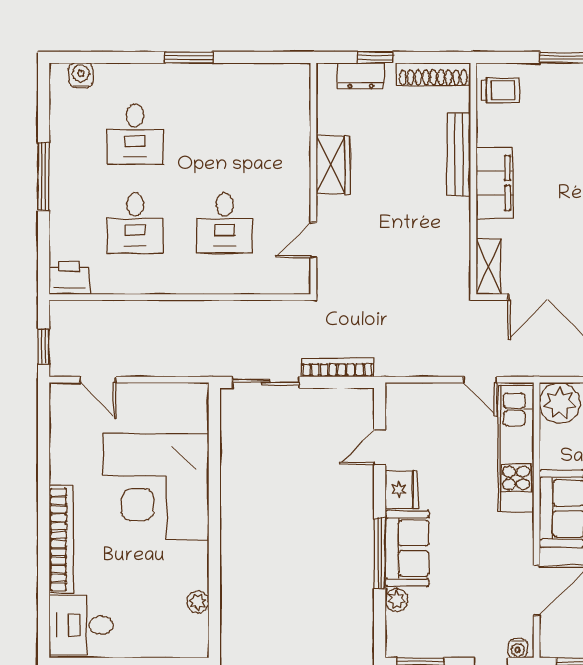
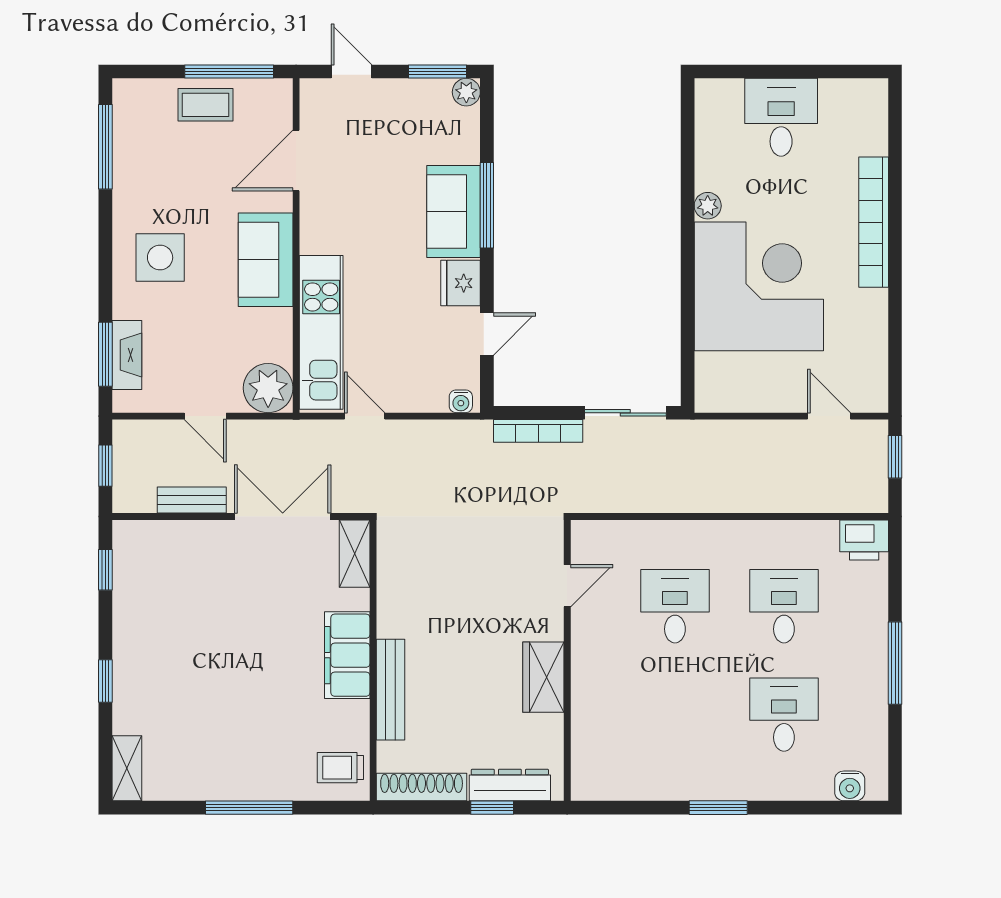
dresser: (361, 76) -> (510, 785), width x1.44
plant: (397, 600) -> (466, 92), moved
plant: (198, 602) -> (708, 206), moved
desk: (81, 625) -> (781, 117), moved, turned -90
water cooler: (518, 648) -> (461, 401), moved, turned 180

